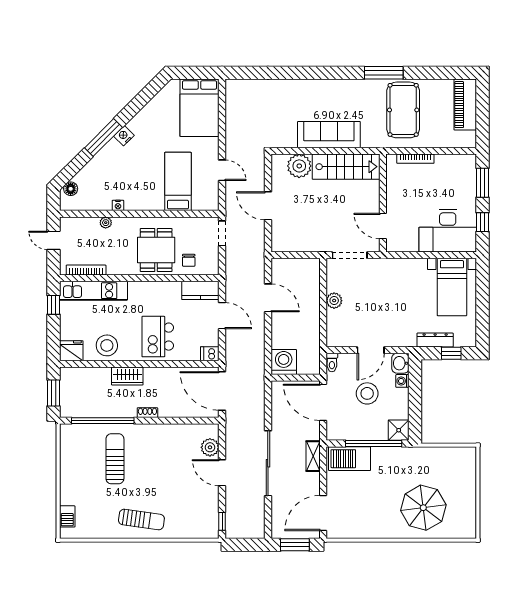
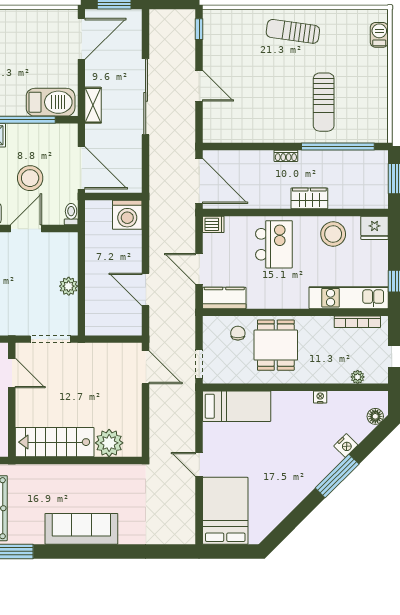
sofa: (329, 135) -> (81, 529), moved, turned 180
nightstand: (124, 136) -> (346, 445), moved
door: (222, 170) -> (199, 464), moved
bed: (178, 181) -> (237, 406), moved, turned -90
door: (268, 206) -> (146, 367), moved
plant: (106, 223) -> (358, 377), moved
plant: (210, 447) -> (213, 115), removed

